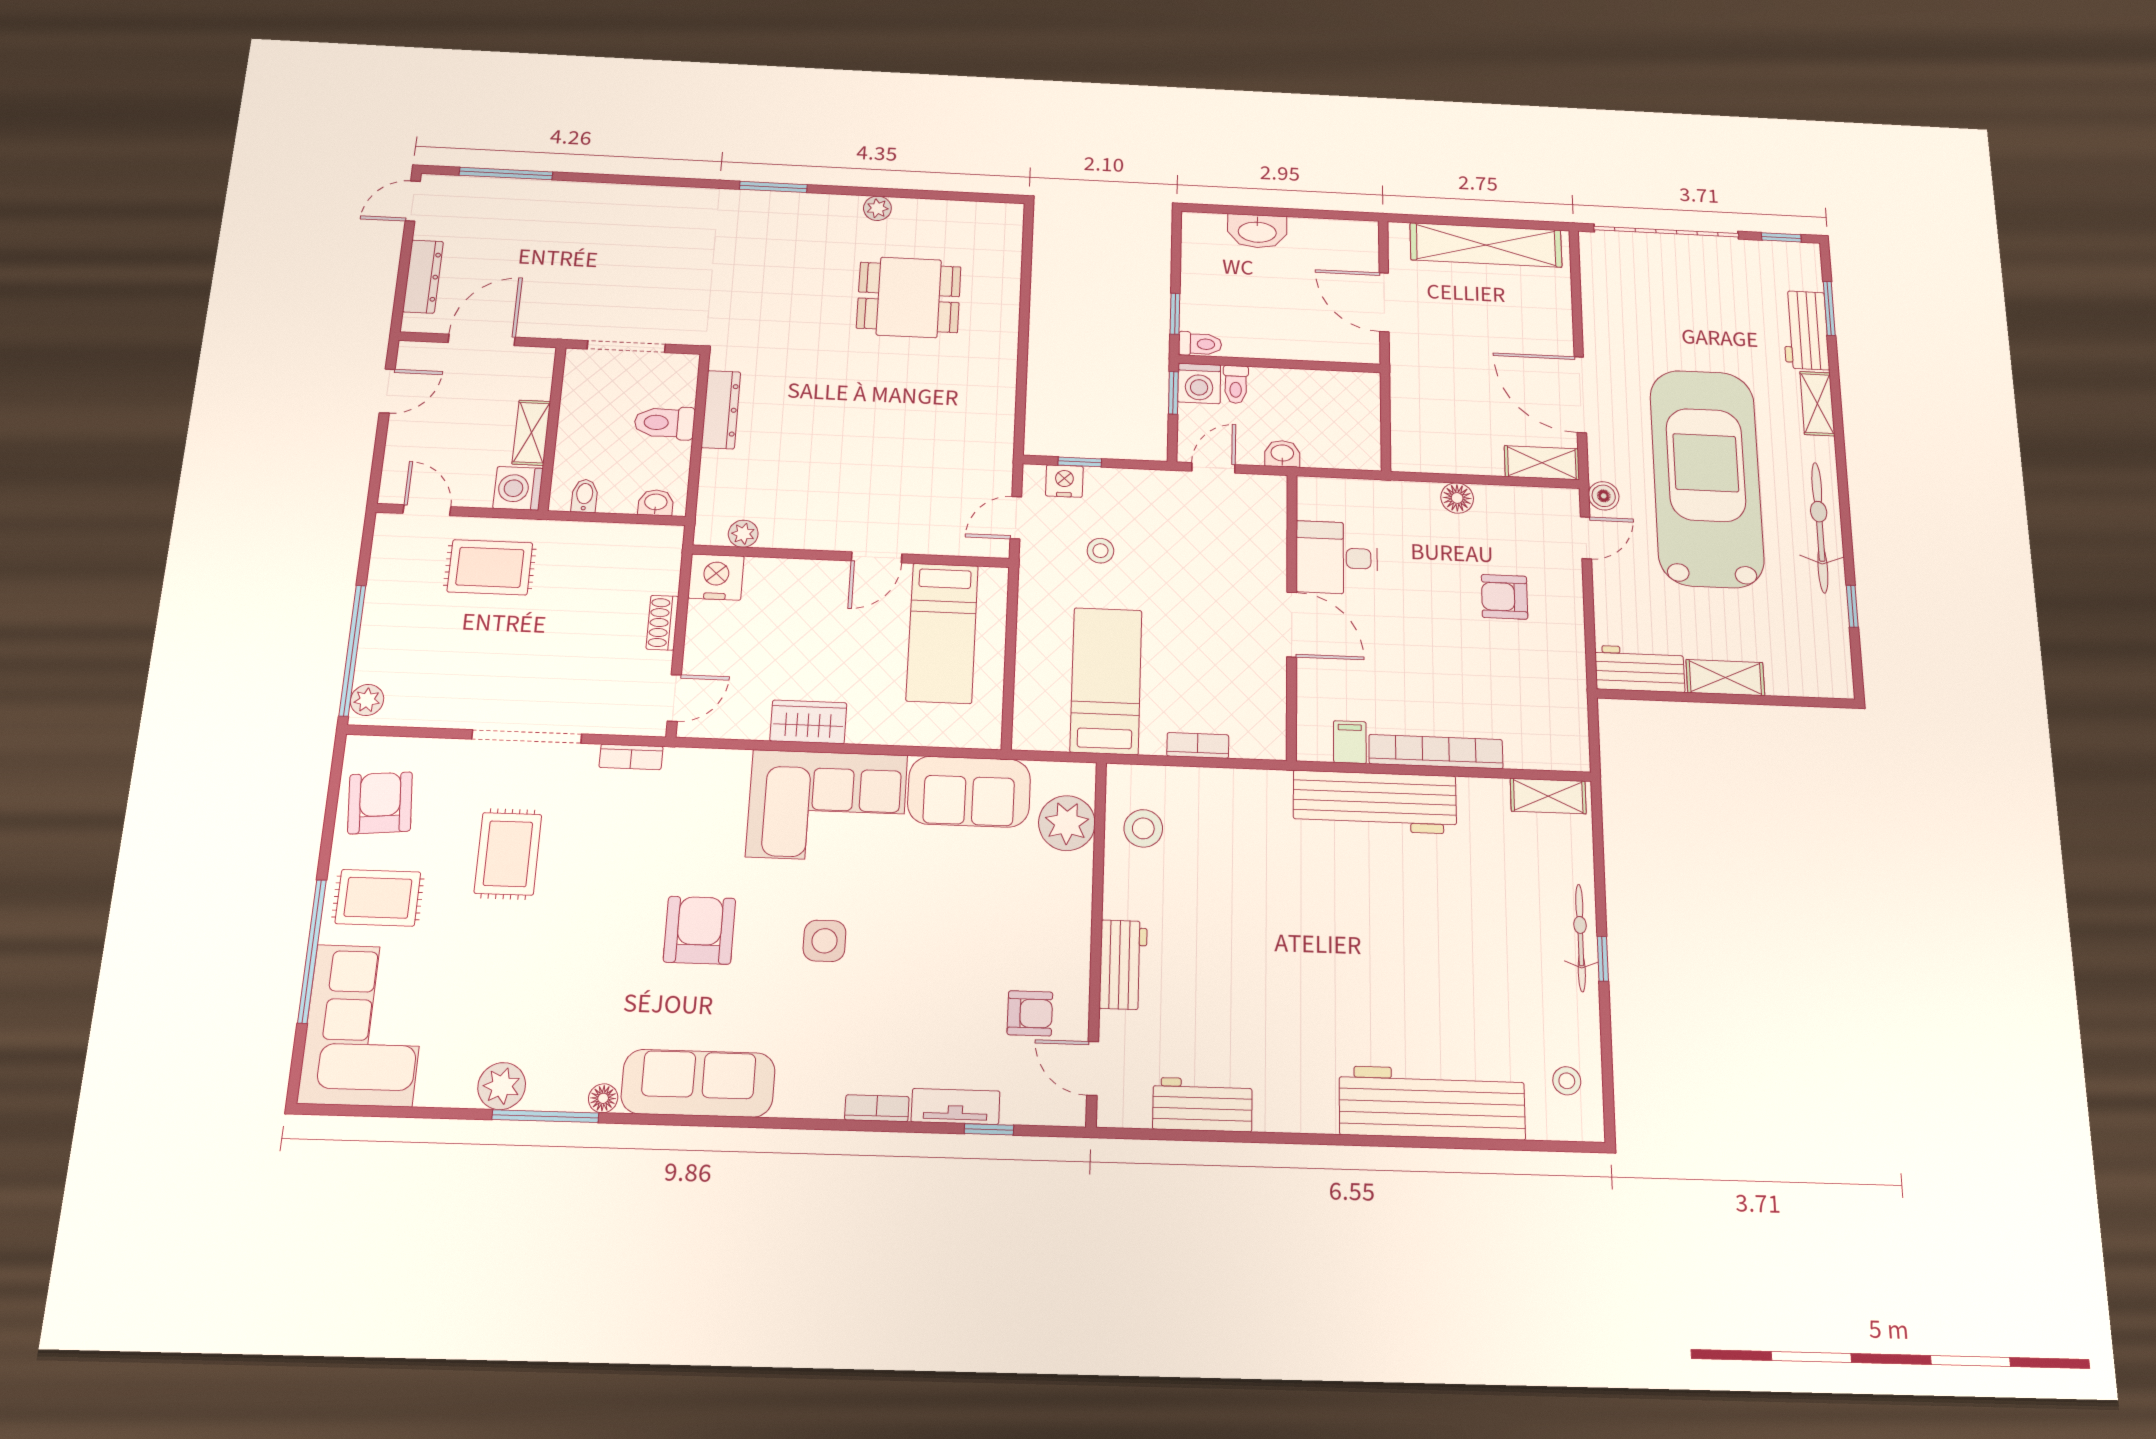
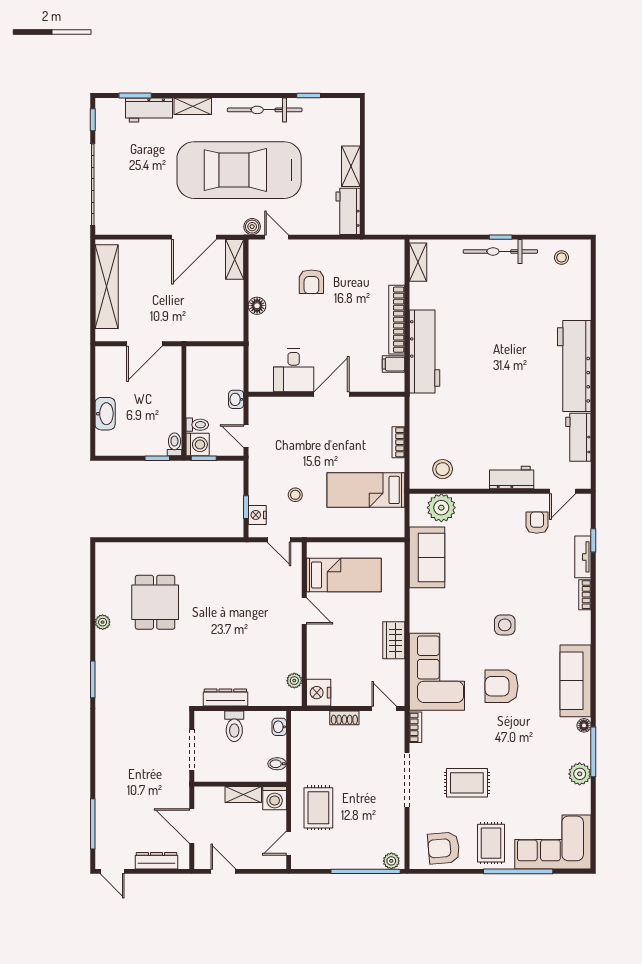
corner sofa: (827, 806) -> (437, 672), moved
bicycle: (1580, 938) -> (500, 251), width x1.37, depth x1.40
workbench: (1432, 1103) -> (574, 366), moved

